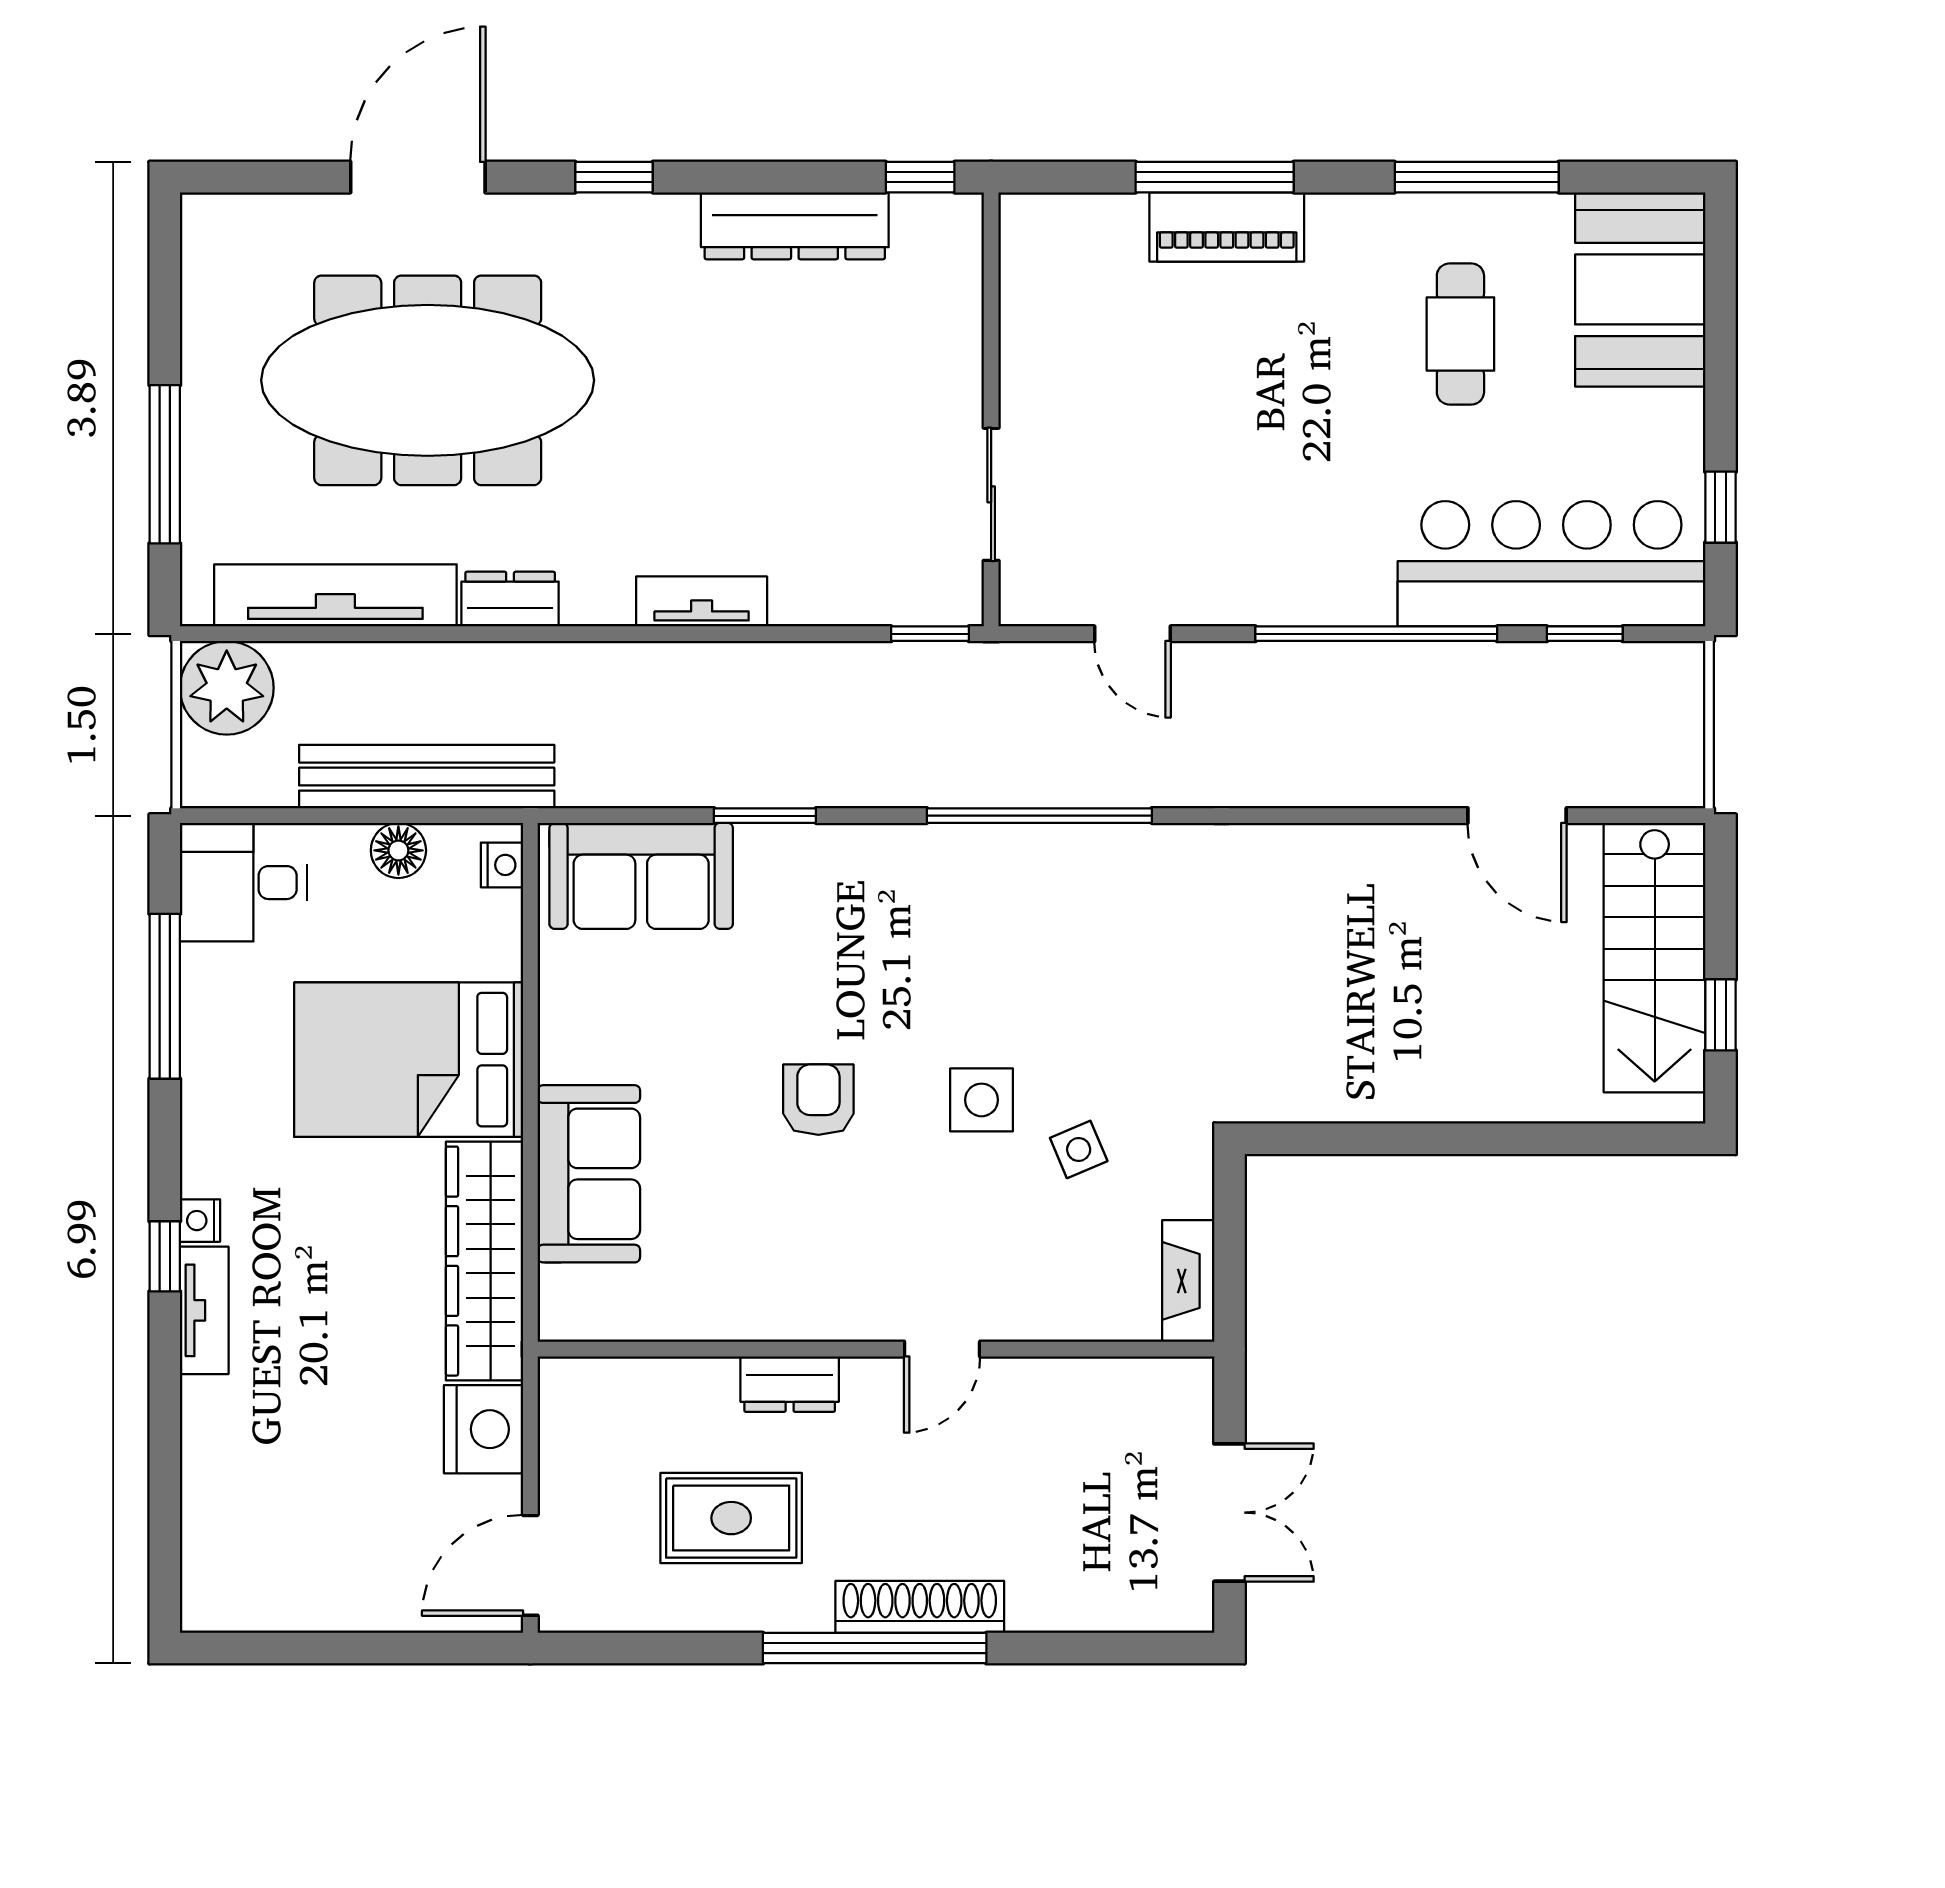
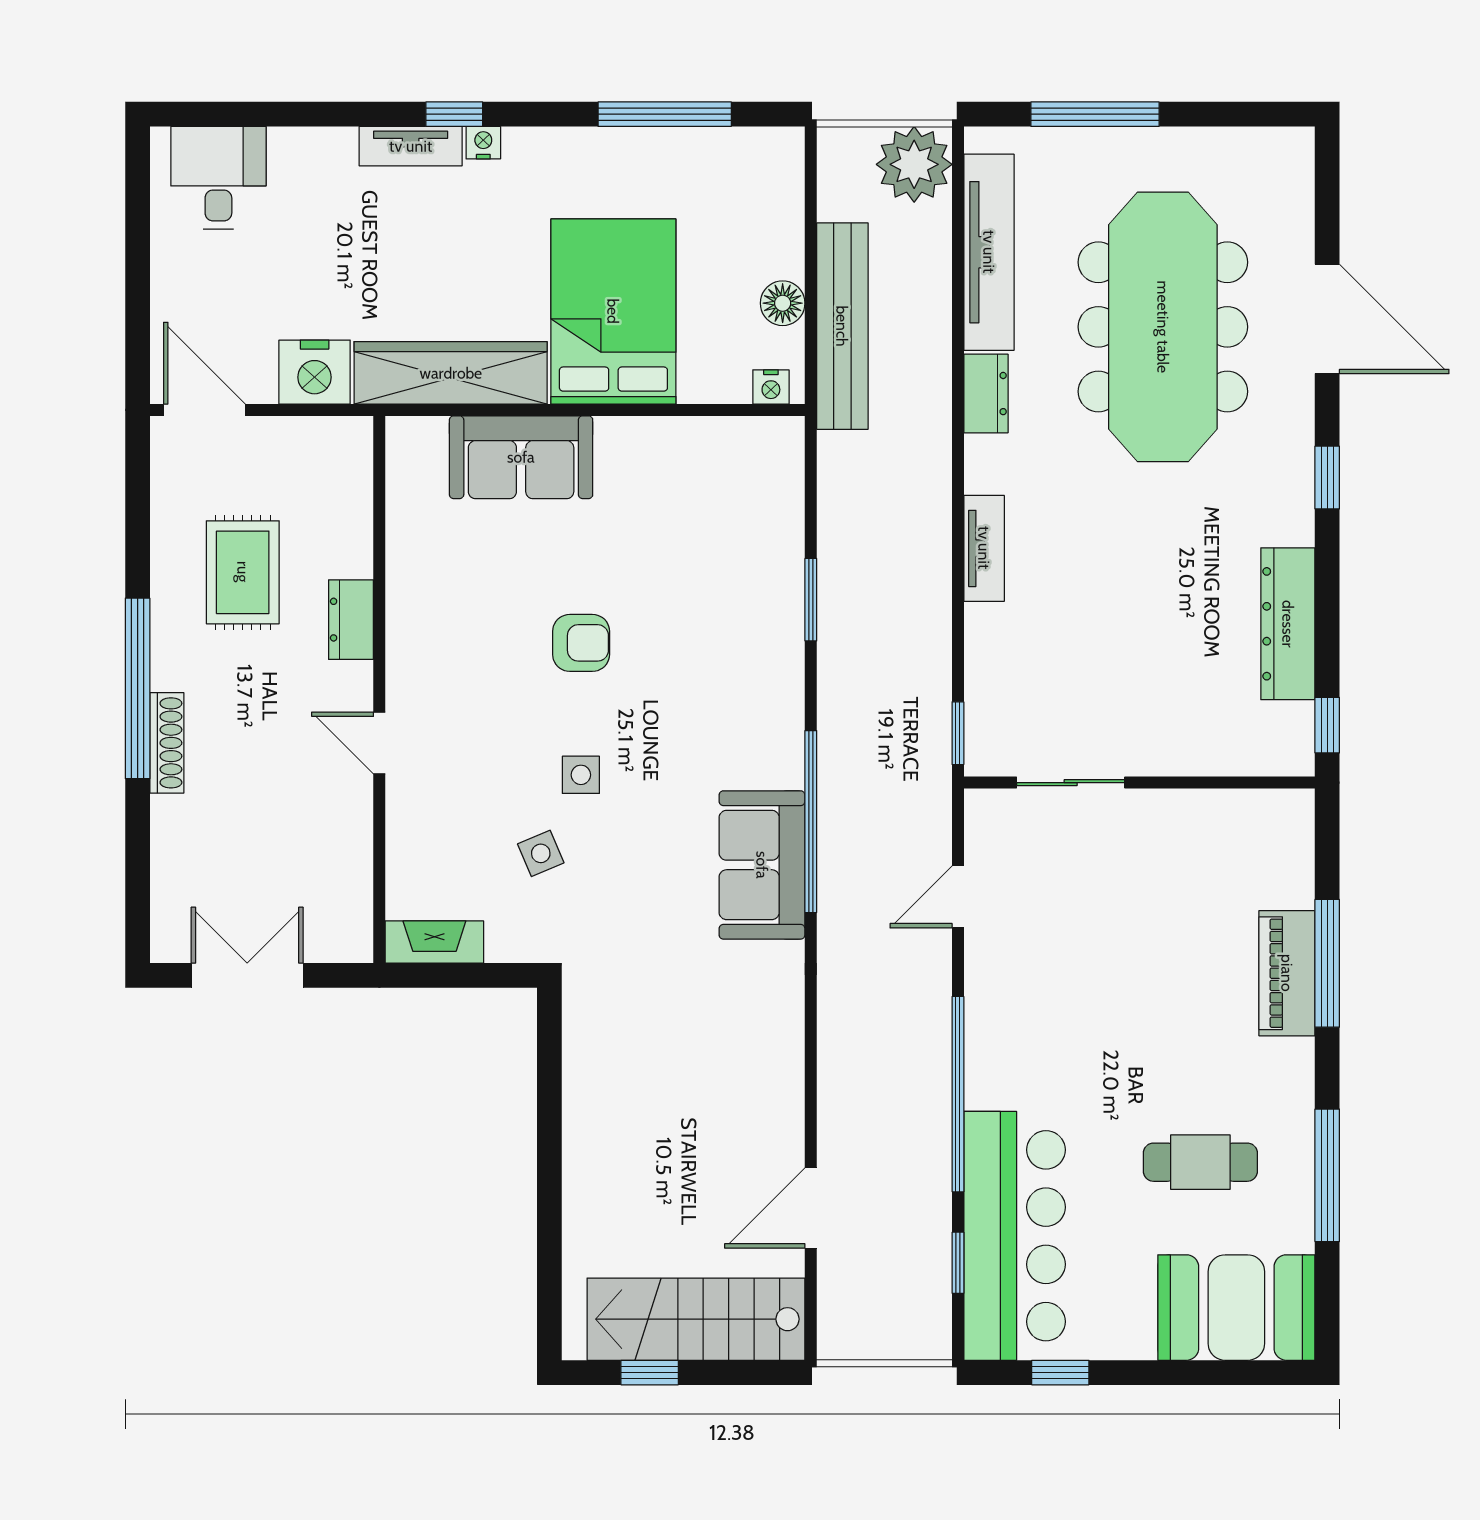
sofa: (641, 876) -> (762, 865), moved
desk: (243, 883) -> (218, 178), moved
side table: (982, 1100) -> (581, 775), width x0.73, depth x0.73
double door: (1229, 1513) -> (247, 975), swing flipped
shoe rack: (920, 1607) -> (167, 743), width x0.74, depth x0.81

